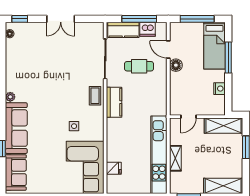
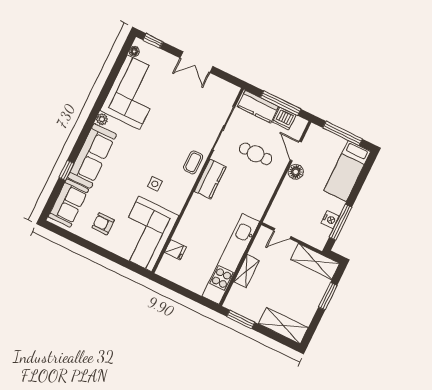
window: (228, 57) -> (340, 222), moved
corner sofa: (24, 65) -> (133, 92), added
armchair: (50, 175) -> (103, 224), added

